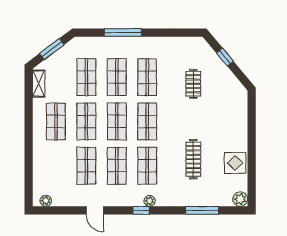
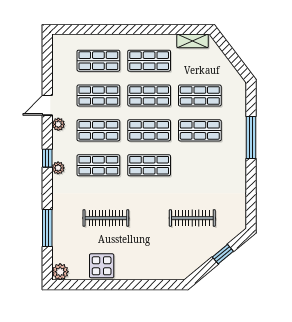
window: (52, 49) -> (232, 56), removed
shop shelf: (147, 77) -> (98, 61), moved
clothes rail: (193, 84) -> (192, 218), width x1.36
plant: (46, 201) -> (58, 124), moved

